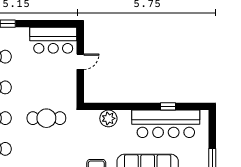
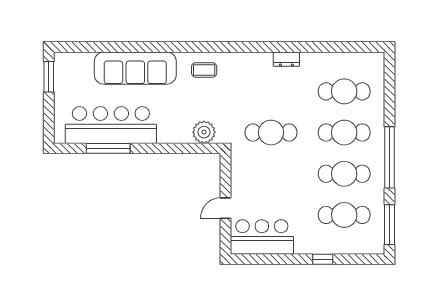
window: (168, 106) -> (108, 148), width x2.17
plant: (108, 118) -> (204, 132), moved

